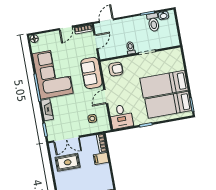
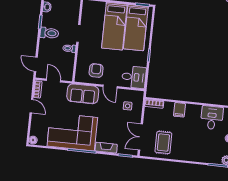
toilet: (153, 22) -> (49, 33), moved
armchair: (116, 69) -> (96, 70), moved
double door: (66, 139) -> (140, 137), swing flipped
filing cabinet: (101, 159) -> (179, 110), moved

